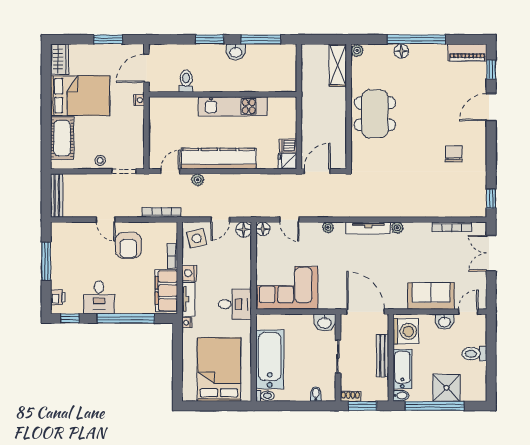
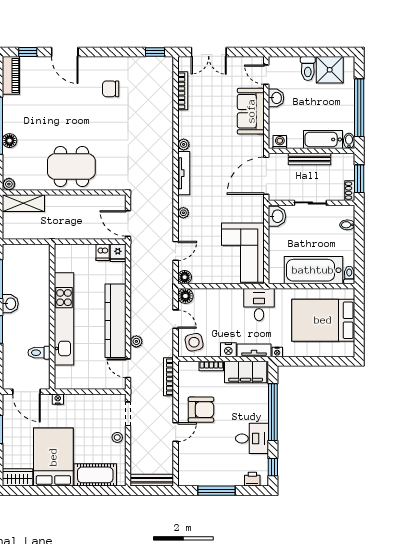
kitchen unit: (233, 106) -> (64, 319), width x1.36
washing machine: (406, 331) -> (280, 142), width x0.53, depth x0.53
shower: (446, 388) -> (330, 70), moved

